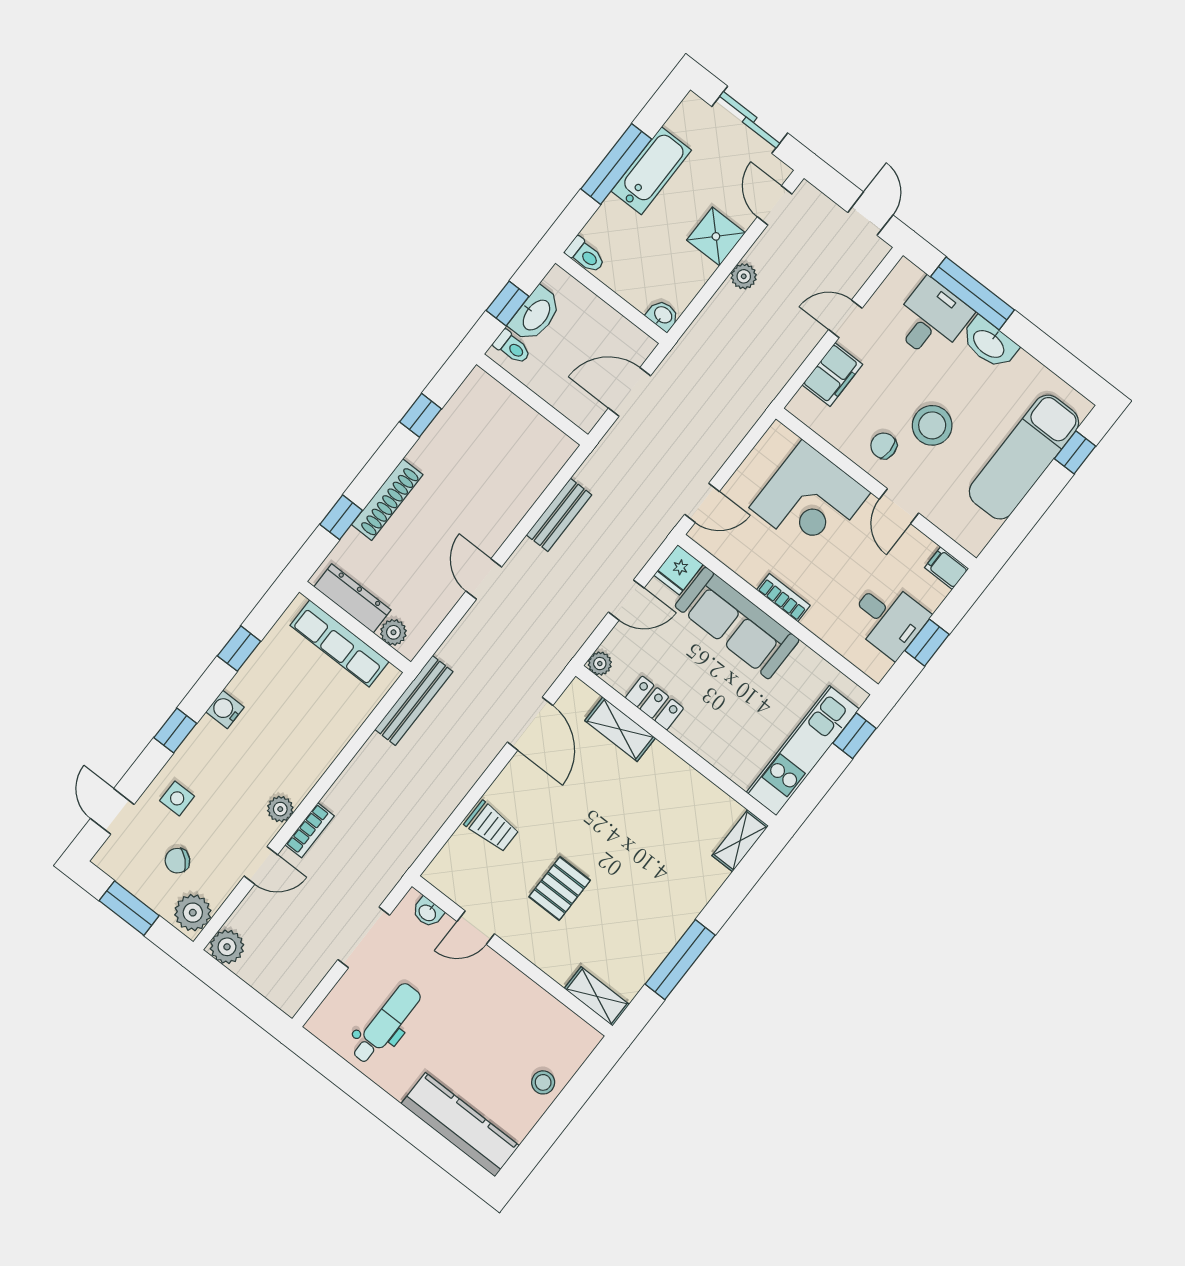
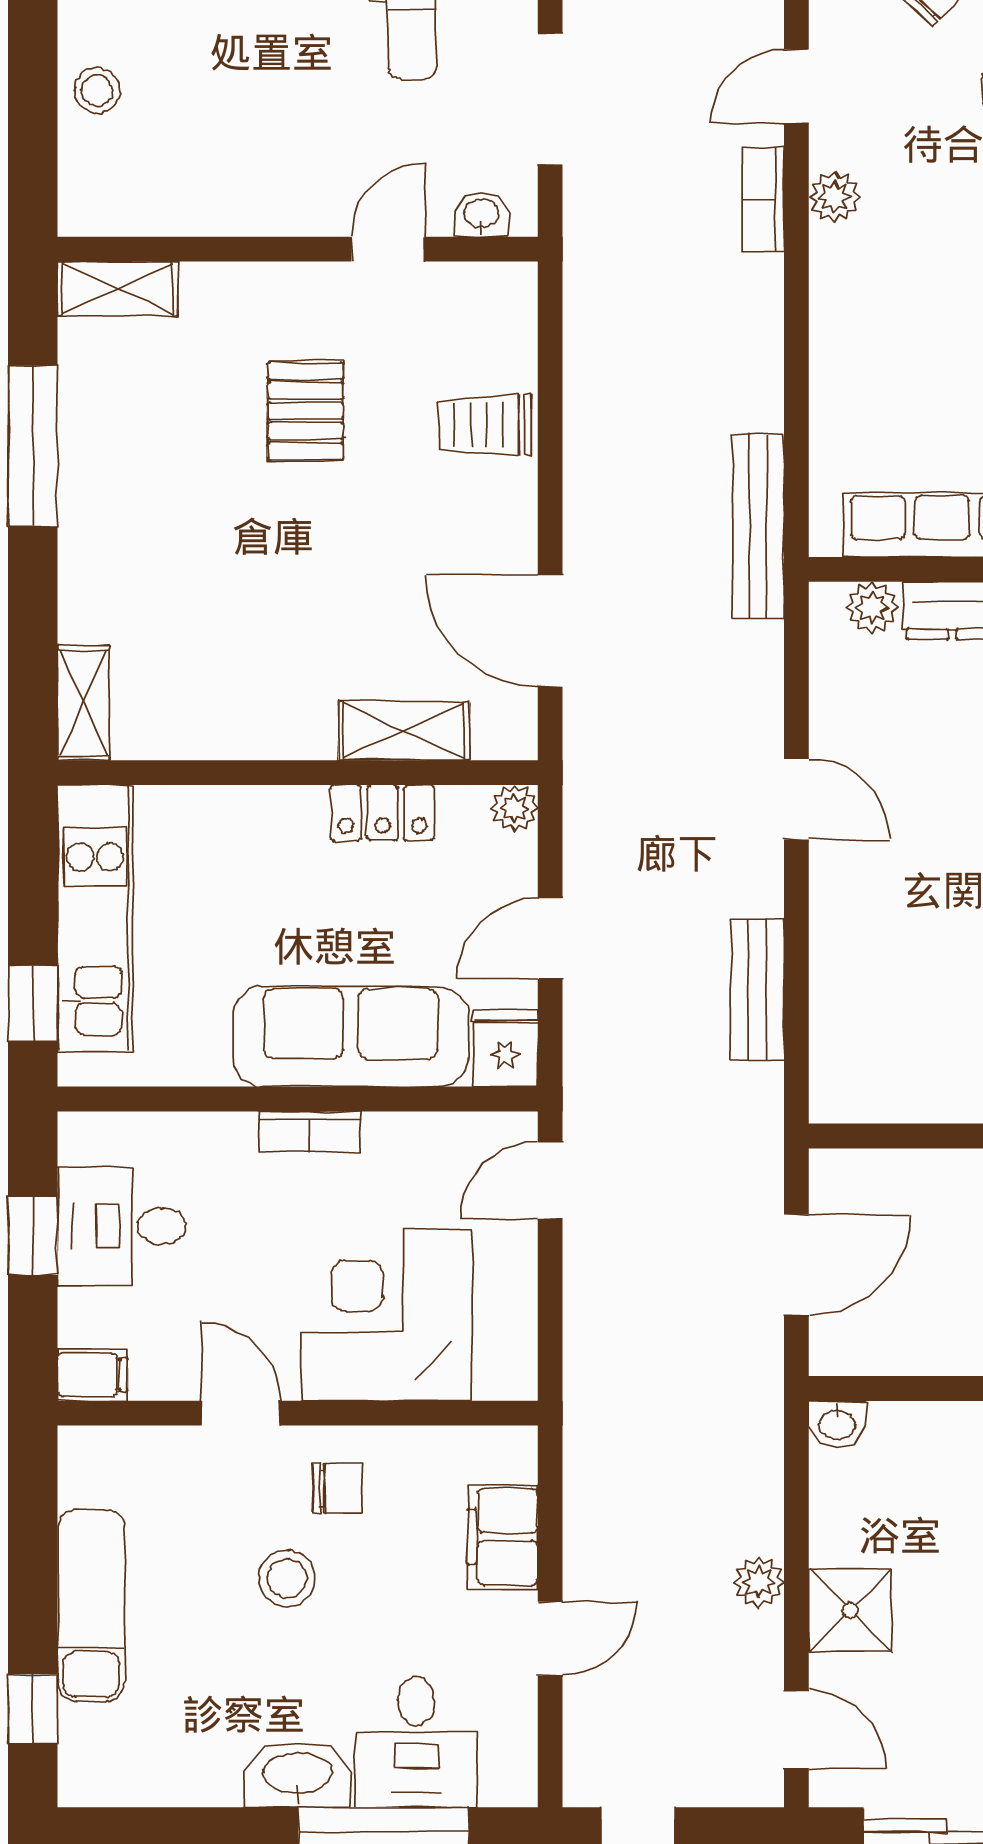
stool: (932, 425) -> (287, 1578), width x0.73, depth x0.73
exam couch: (1024, 457) -> (91, 1605), width x0.73, depth x0.69

